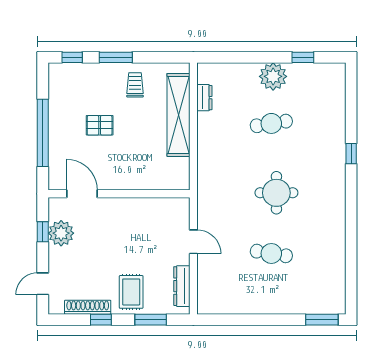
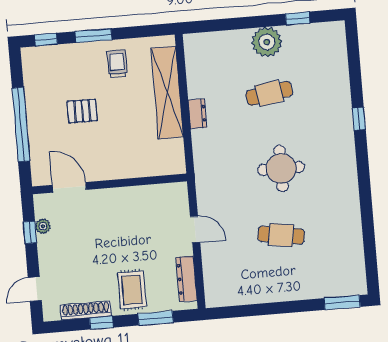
dresser: (204, 98) -> (197, 114), moved
plant: (61, 233) -> (43, 226), width x0.53, depth x0.53

